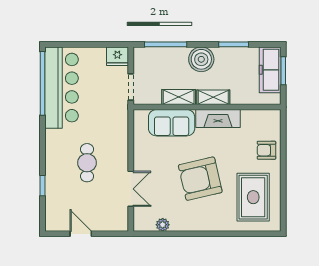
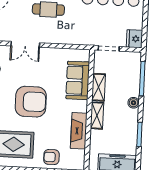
boiler: (201, 59) -> (133, 103), width x0.54, depth x0.54
fireplace: (218, 118) -> (79, 131), moved
armchair: (266, 150) -> (51, 157), turned -90
armchair: (200, 179) -> (31, 102), turned 103

